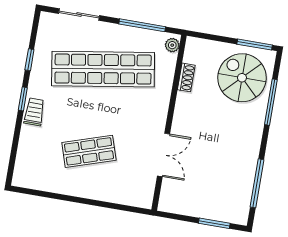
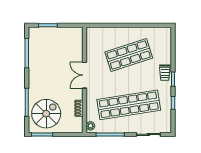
spiral stairs: (242, 78) -> (46, 114), turned -90
shop shelf: (89, 151) -> (129, 55), width x1.43, depth x1.36
double door: (164, 155) -> (85, 75), moved

